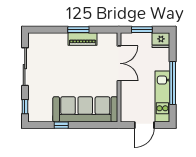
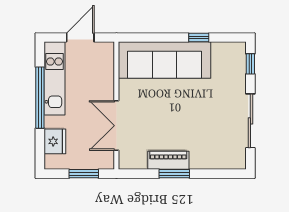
fridge: (161, 40) -> (55, 141), moved, turned 90

